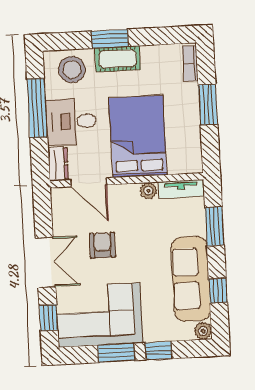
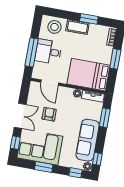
window: (110, 39) -> (89, 19), moved
window: (37, 108) -> (32, 52), moved
bed: (138, 137) -> (88, 75), moved, turned -90
dresser: (58, 164) -> (37, 70), removed
window: (218, 291) -> (97, 159), moved
window: (159, 351) -> (75, 173), moved

